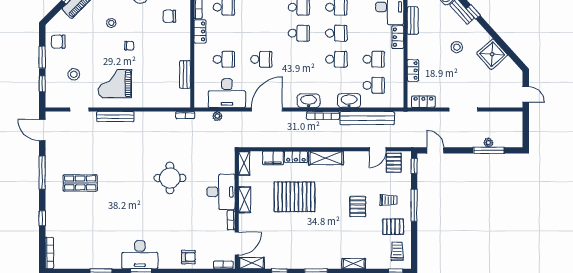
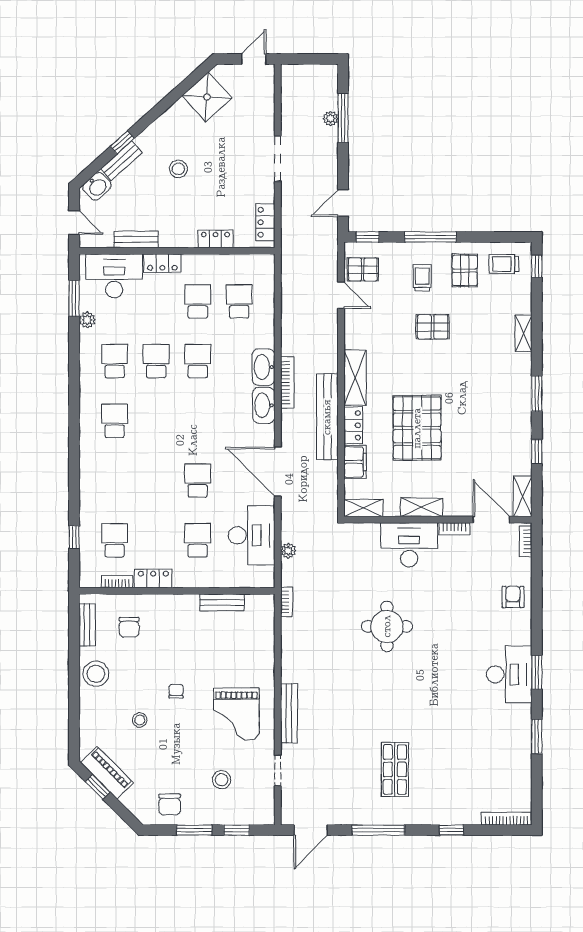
school desk: (299, 33) -> (156, 421), removed
shower: (492, 54) -> (207, 97), moved
washbasin: (349, 101) -> (263, 367), moved
bench: (367, 118) -> (327, 417), moved

